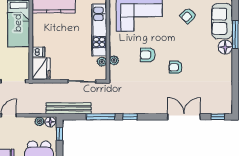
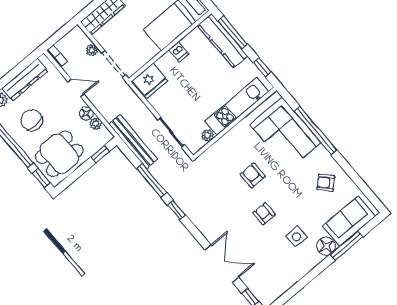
dishwasher: (38, 52) -> (179, 52), moved
plant: (114, 60) -> (219, 147), removed
side table: (205, 60) -> (296, 237), added
floor lamp: (50, 122) -> (86, 113), moved

